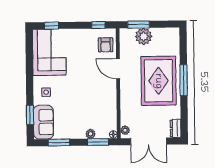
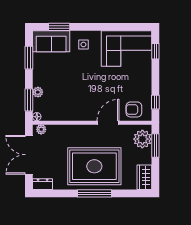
wardrobe: (168, 34) -> (144, 177), added
plant: (144, 36) -> (142, 139), moved

